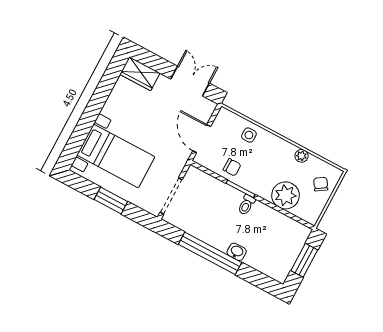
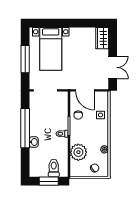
door: (202, 139) -> (85, 90), swing flipped
window: (111, 200) -> (25, 59), width x1.44
toilet: (289, 243) -> (54, 168), added

